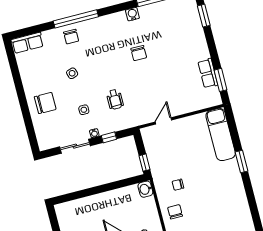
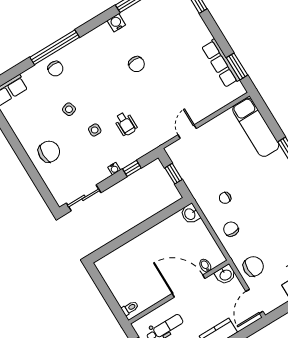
row of seats: (208, 73) -> (221, 63), width x1.48
side table: (84, 110) -> (95, 130), moved
sliding door: (75, 146) -> (84, 198), moved
window: (144, 163) -> (173, 174), moved

